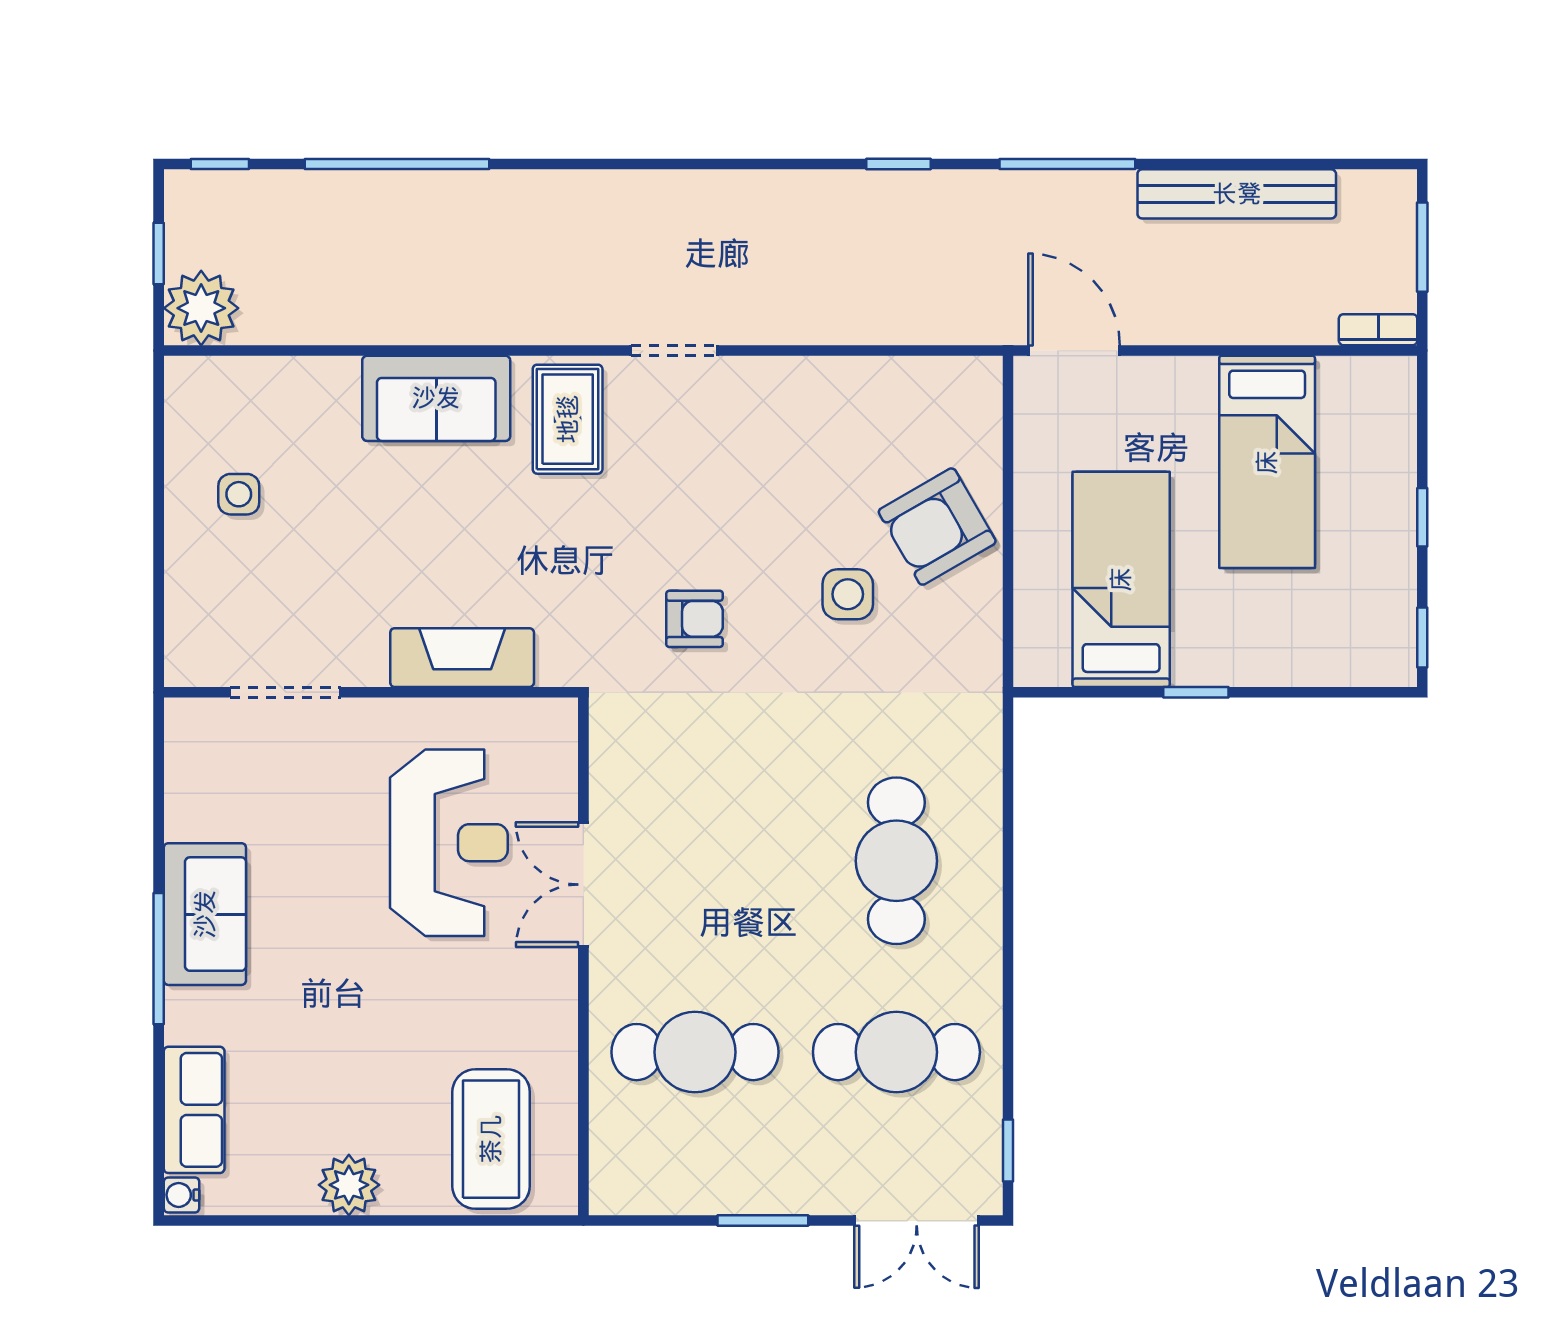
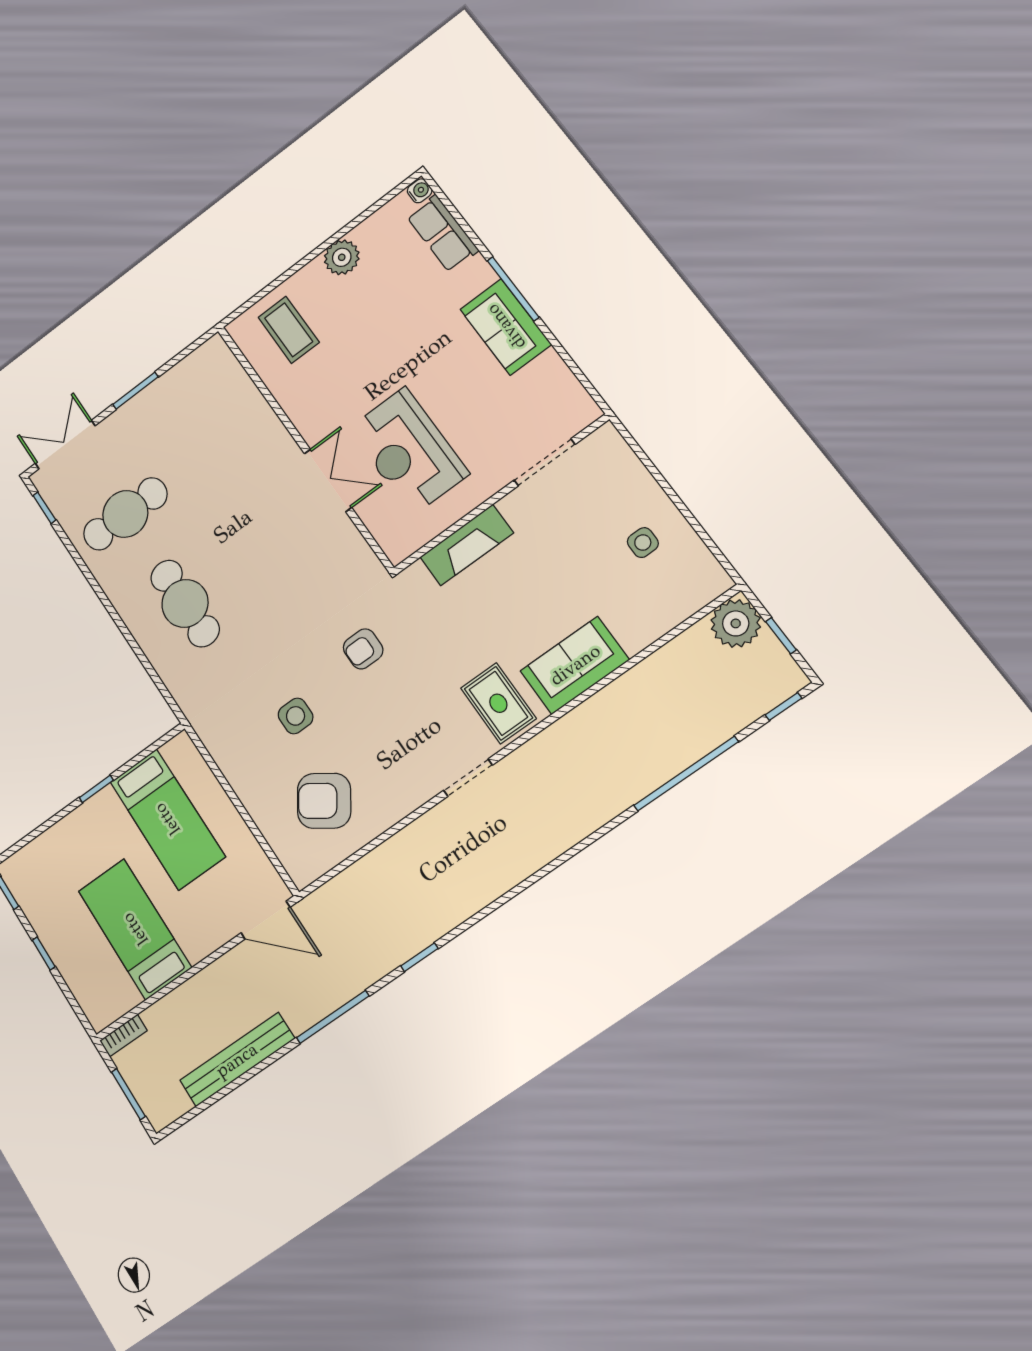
armchair: (937, 527) -> (324, 801), moved, turned -116
cafe table: (695, 1052) -> (220, 443), removed
coffee table: (491, 1139) -> (289, 330), width x0.73, depth x0.76

